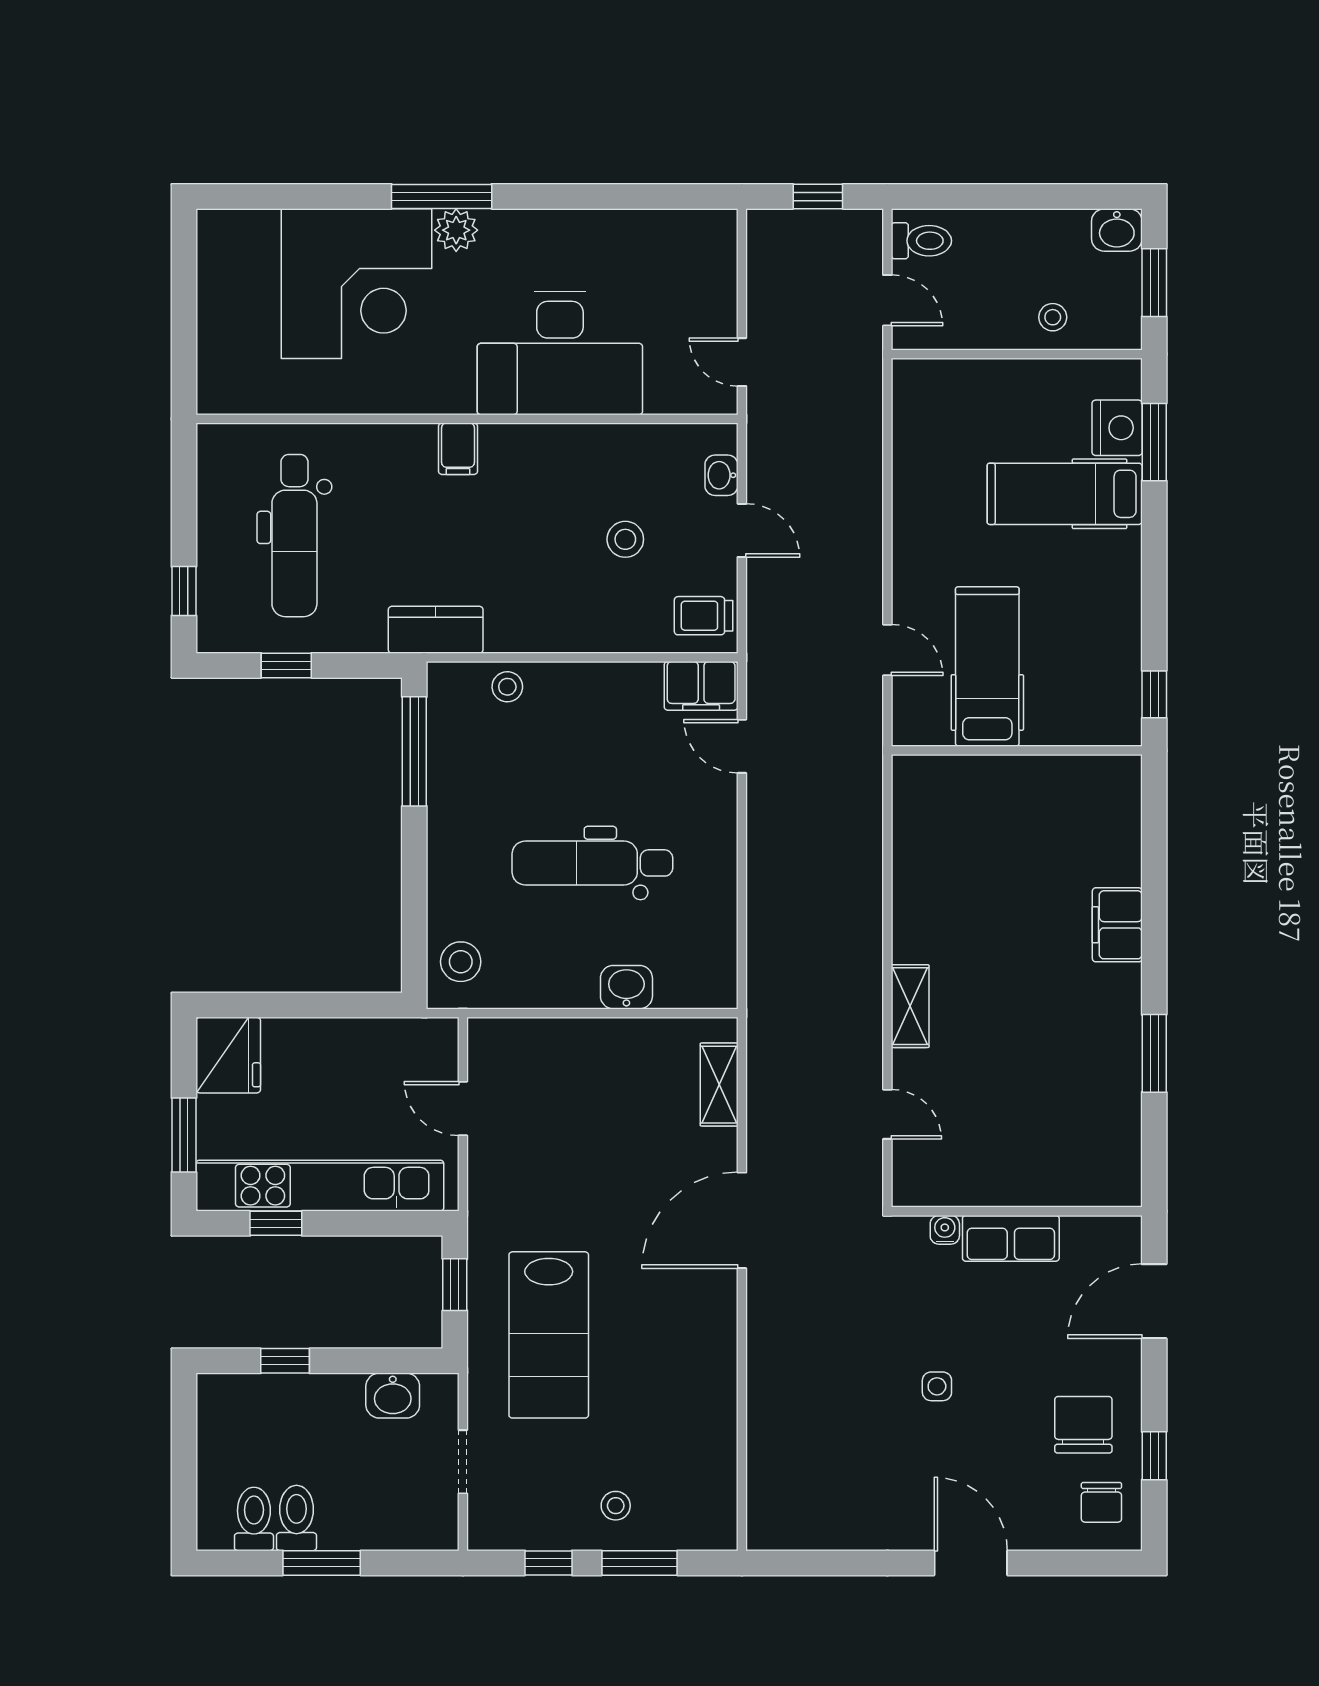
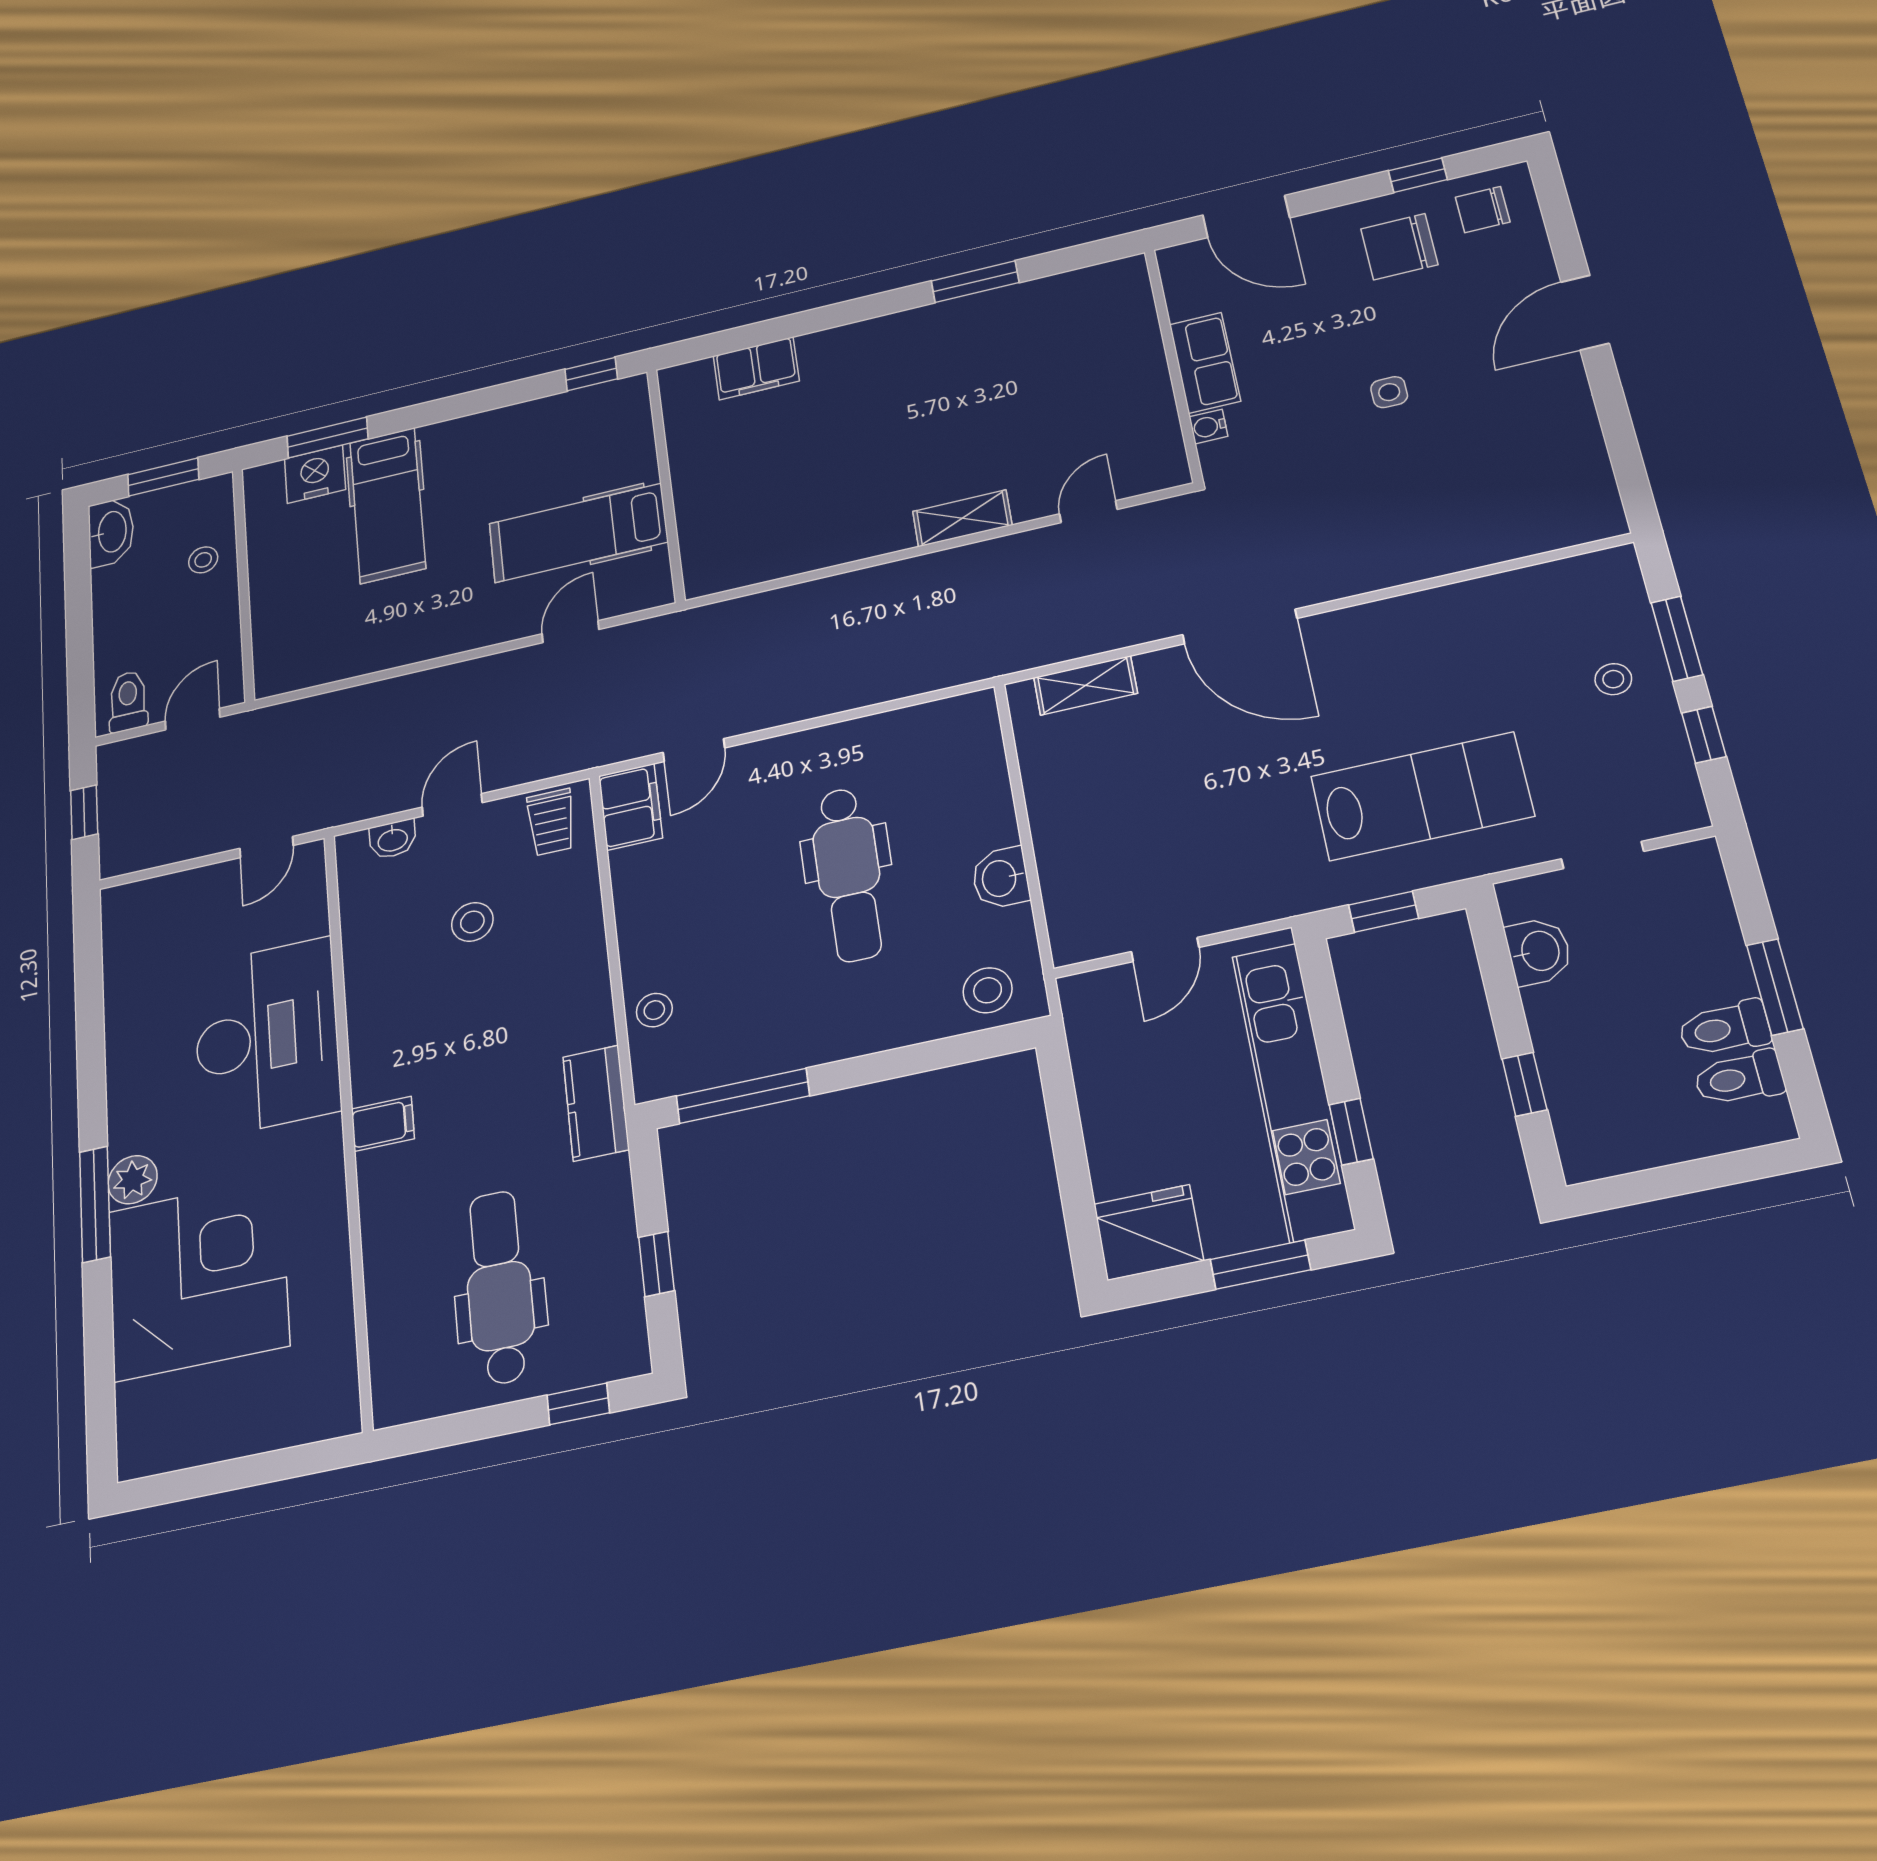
washbasin: (1117, 230) -> (111, 532), width x1.38
dental chair: (294, 536) -> (499, 1287), turned -90
filing cabinet: (1117, 925) -> (756, 368), moved
washbasin: (626, 987) -> (1001, 878), moved
chair: (1101, 1502) -> (1483, 210), turned 180

